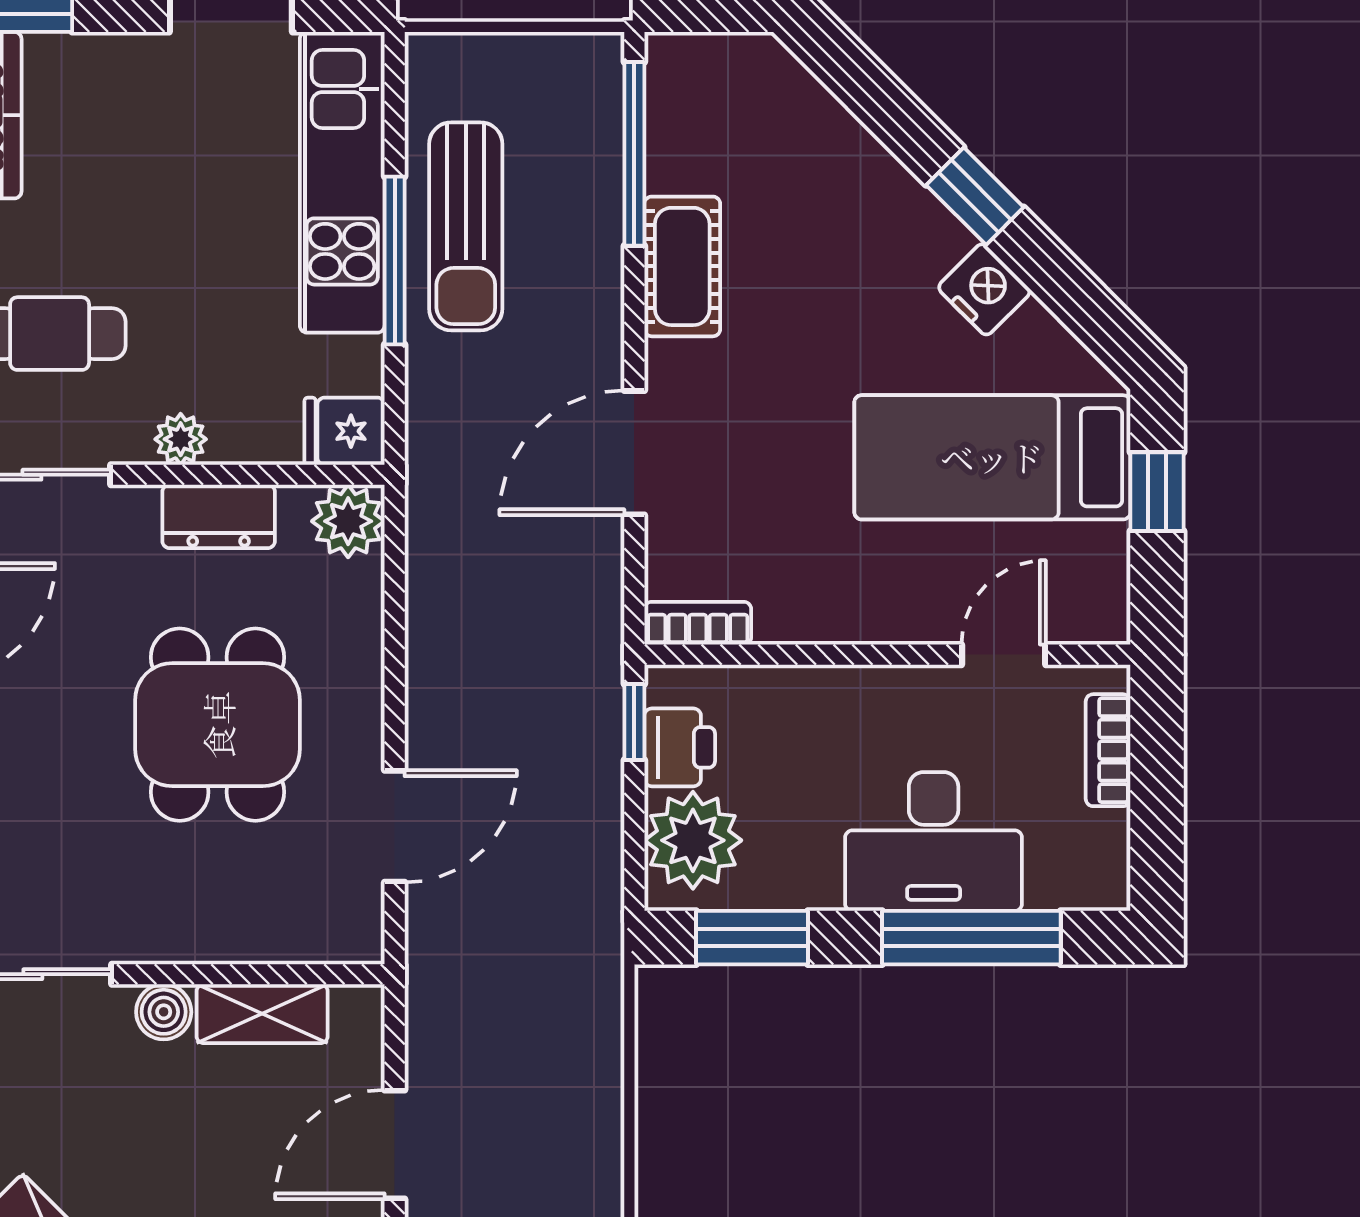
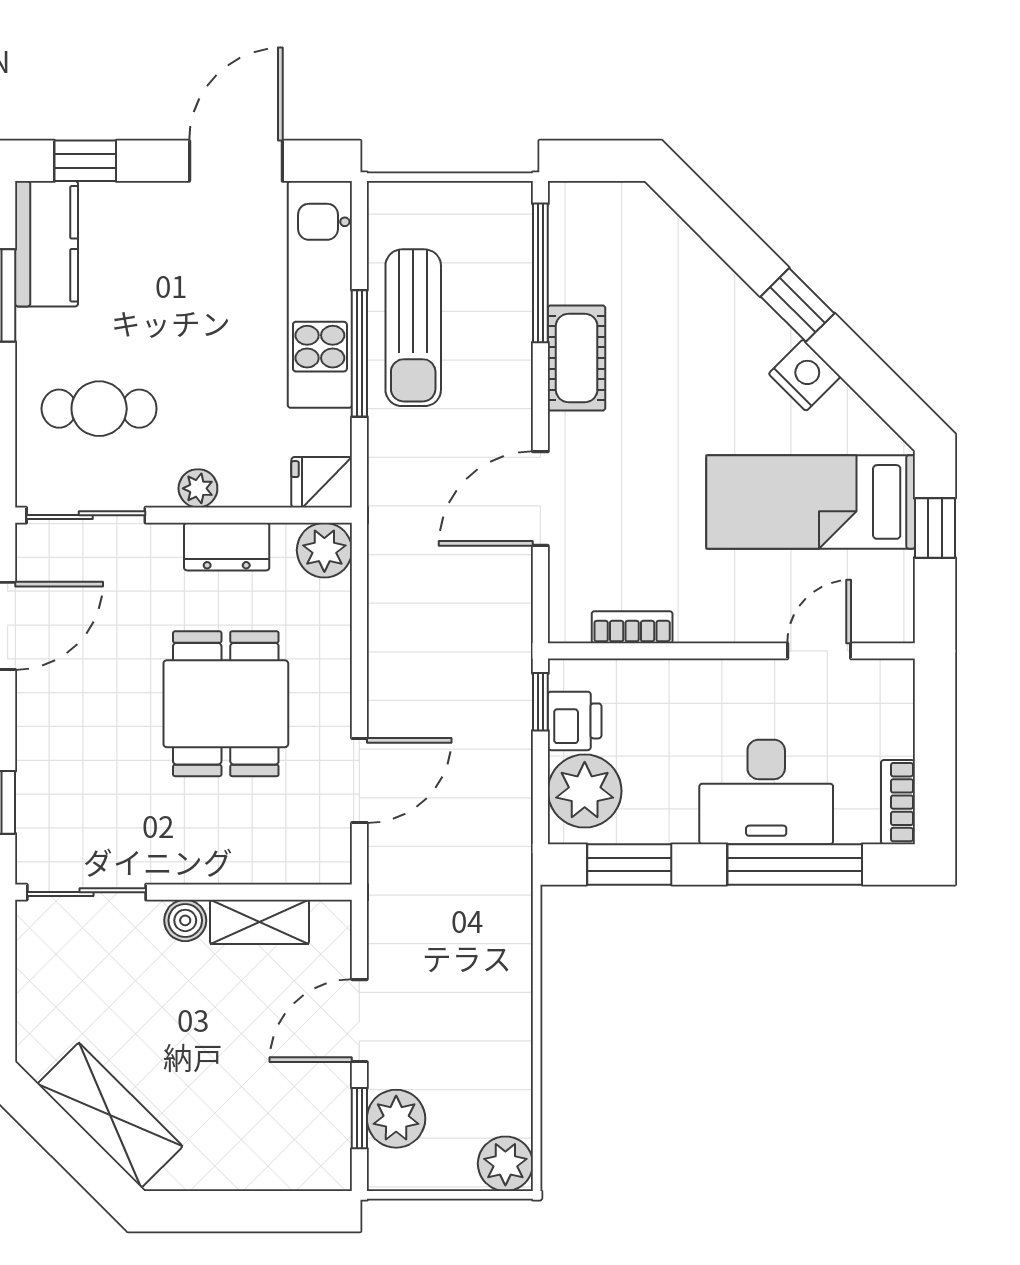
bookcase: (698, 623) -> (632, 627), moved
bookcase: (1108, 750) -> (898, 802), moved

